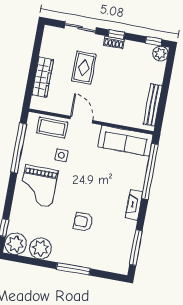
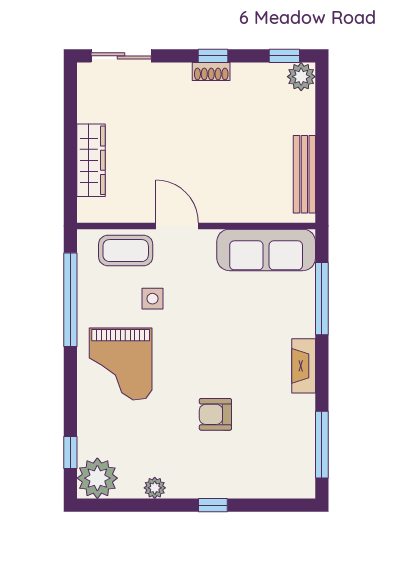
sliding door: (80, 28) -> (121, 56), moved
rug: (84, 68) -> (164, 129), removed
window: (150, 171) -> (322, 299), width x0.68
plant: (41, 248) -> (155, 488), width x0.53, depth x0.53
window: (73, 269) -> (213, 505), width x0.46

